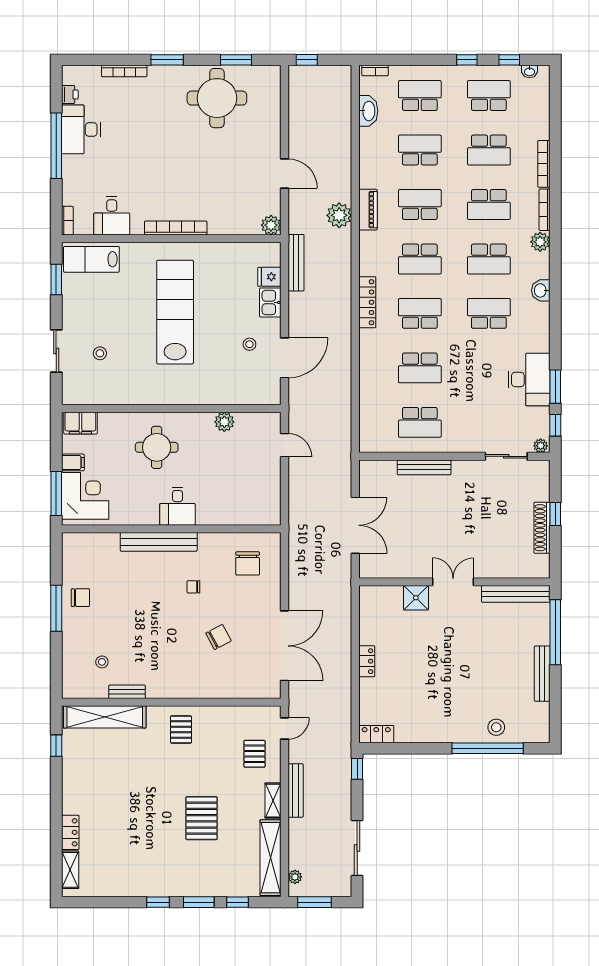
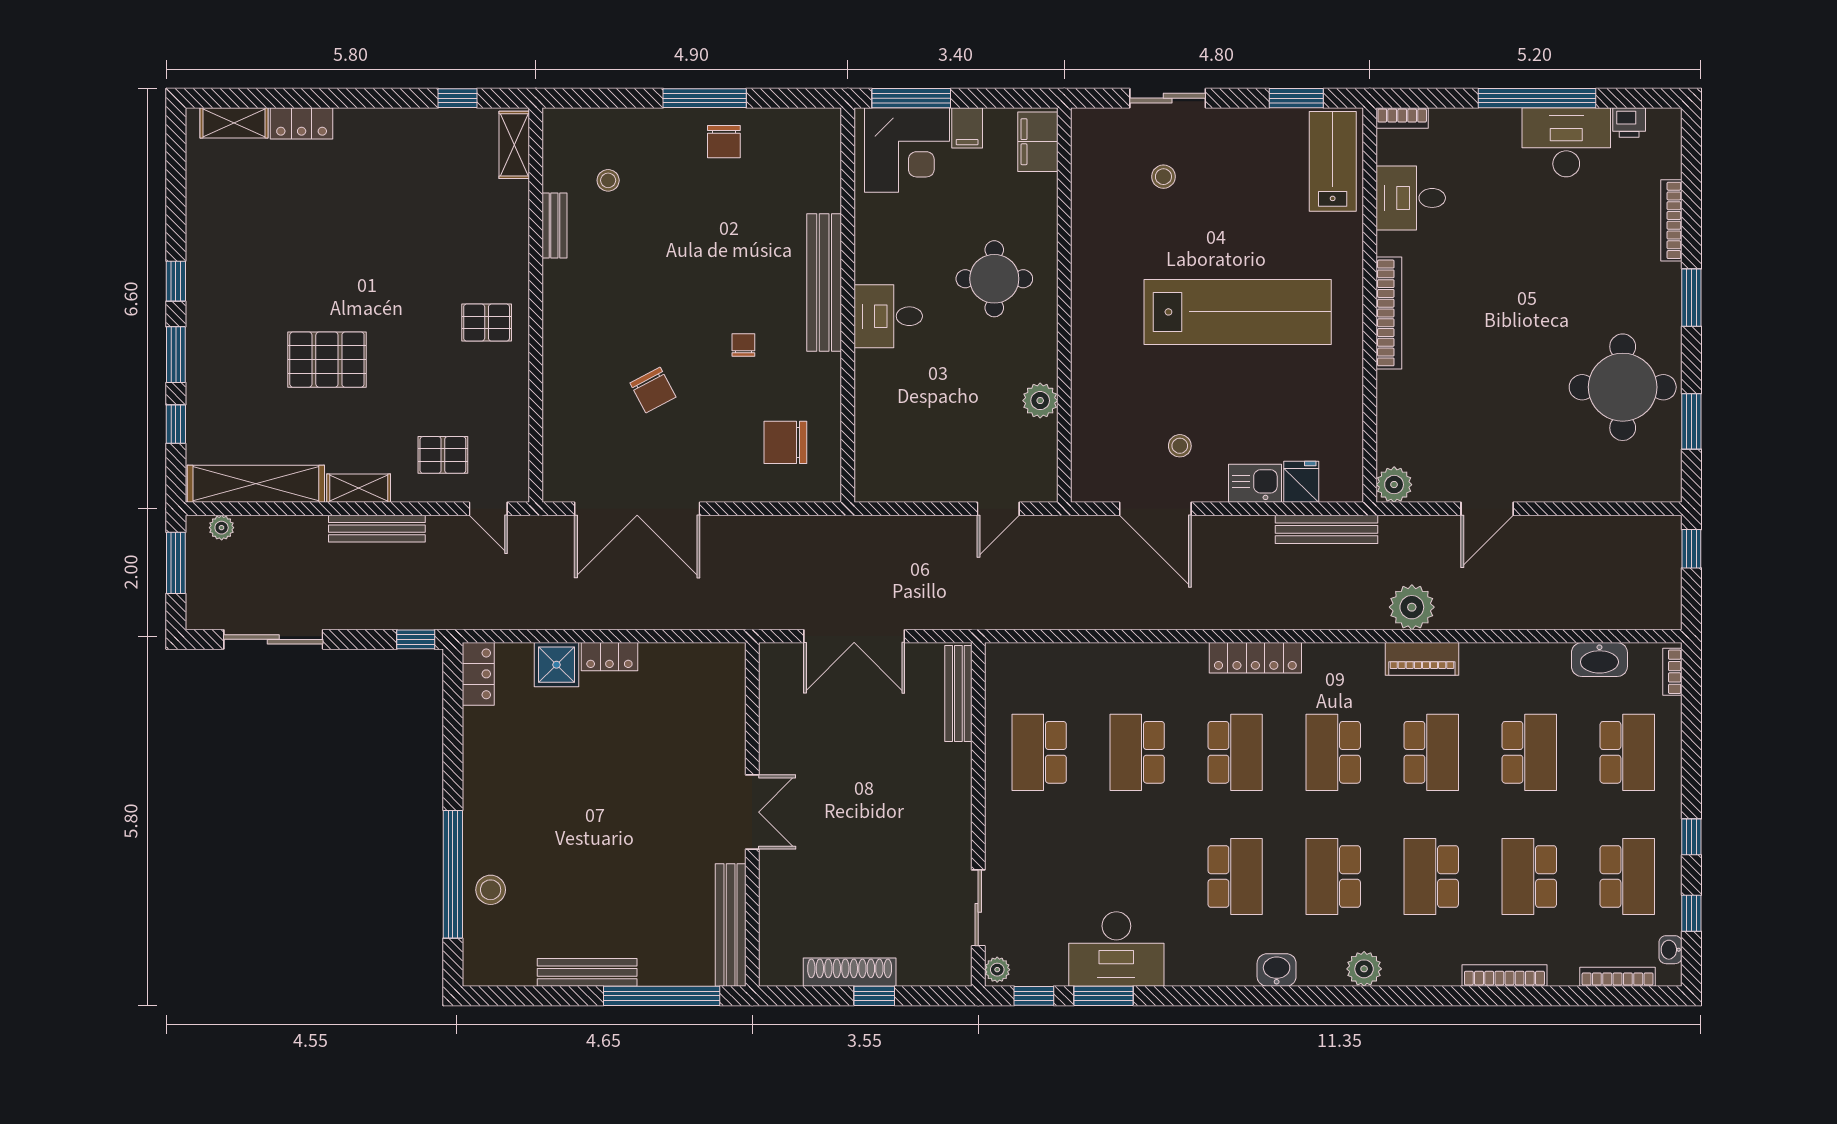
bookcase: (545, 210) -> (1618, 977), moved
bench: (424, 467) -> (958, 693), moved
shower: (416, 598) -> (556, 665), moved
shelving: (105, 717) -> (514, 145), width x0.45, depth x0.75

